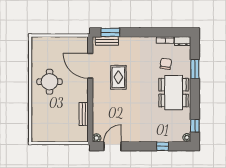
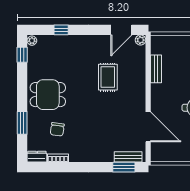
rug: (118, 77) -> (108, 77), moved
dining table: (174, 93) -> (48, 95), width x0.73

